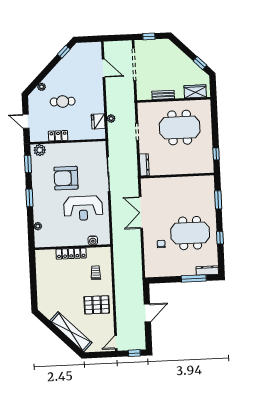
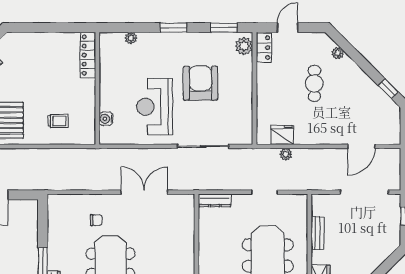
locker: (58, 136) -> (264, 48), moved
locker: (71, 254) -> (88, 55), moved

